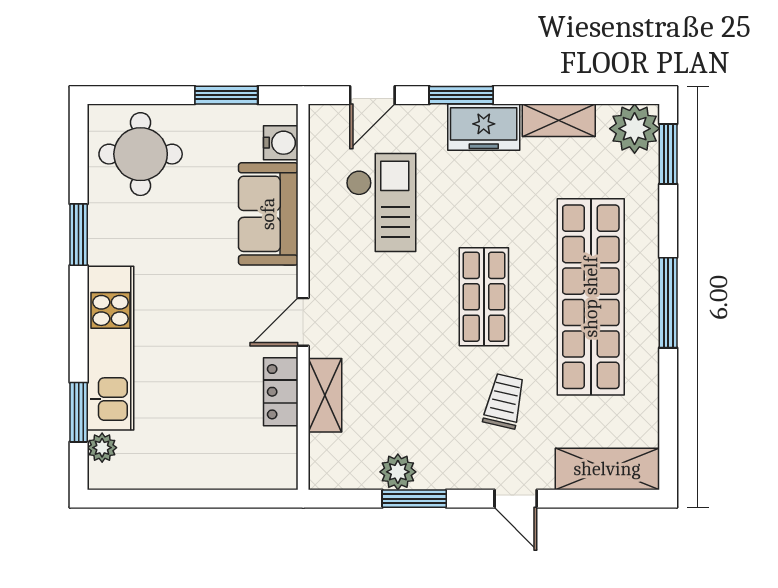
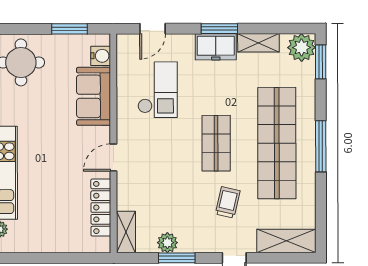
window: (461, 95) -> (219, 29), moved
locker: (281, 392) -> (101, 207), width x1.53
shelving: (325, 395) -> (126, 232), moved

